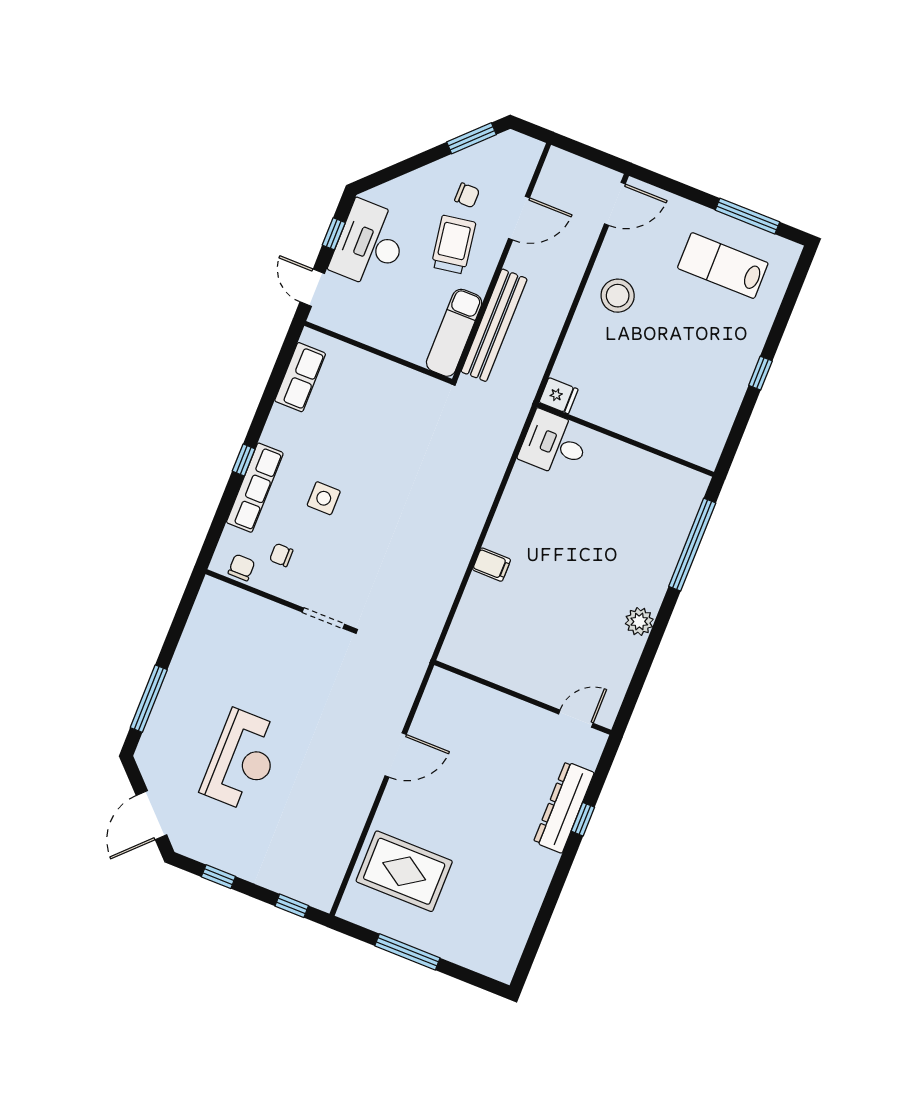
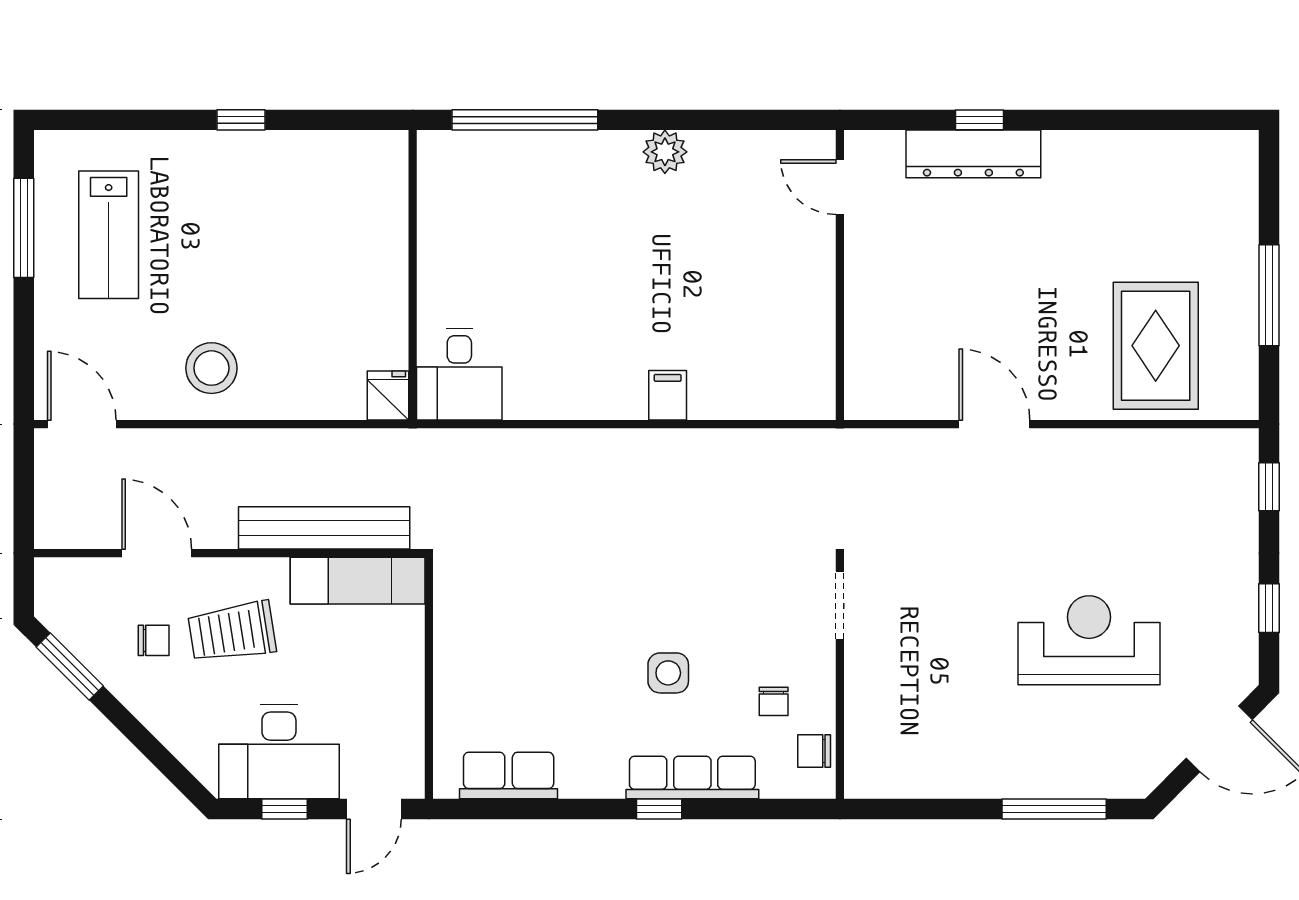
chair: (467, 195) -> (154, 640), turned 90

